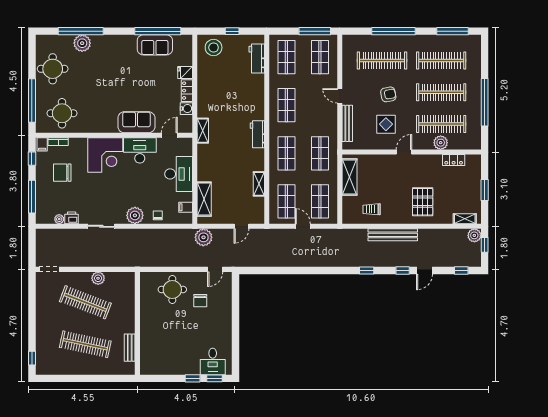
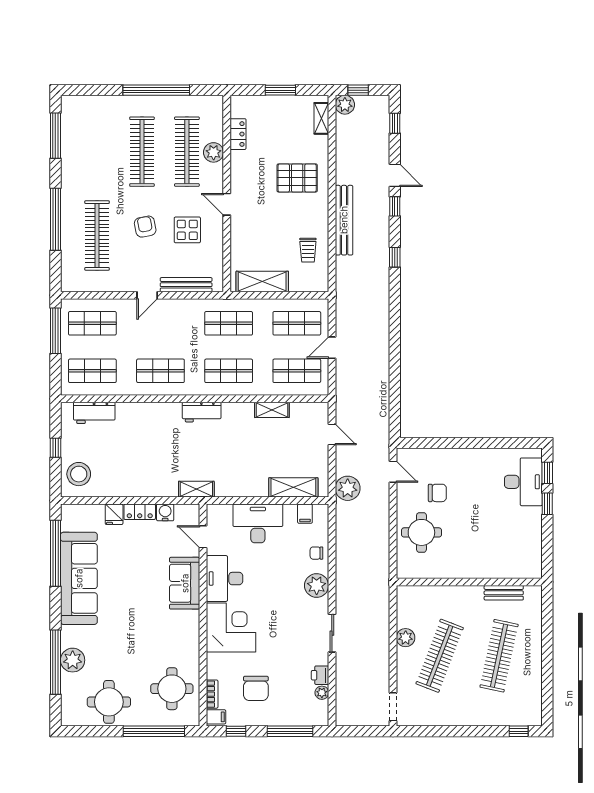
sofa: (155, 45) -> (79, 578), width x1.85, depth x1.27
clothes rail: (441, 60) -> (97, 152), removed
desk: (213, 361) -> (523, 482), width x1.37

